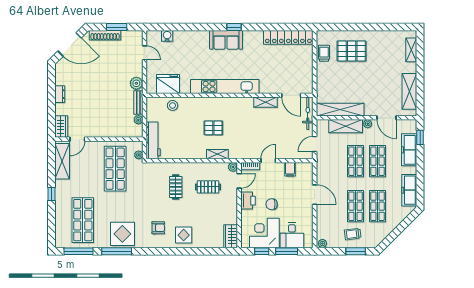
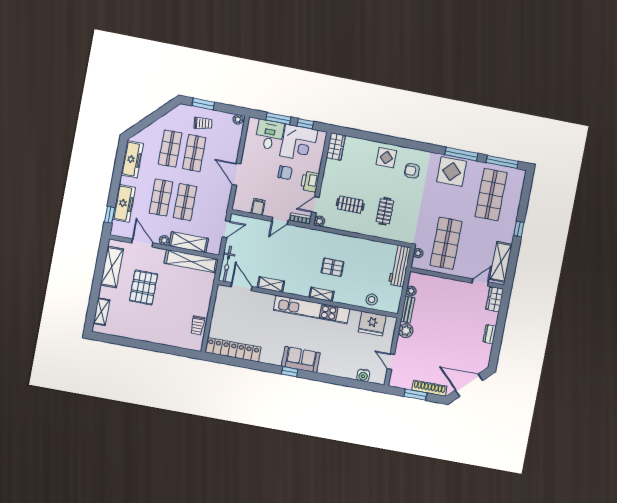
pallet: (352, 51) -> (144, 287), moved, turned 90
shelving: (217, 154) -> (322, 294), moved

